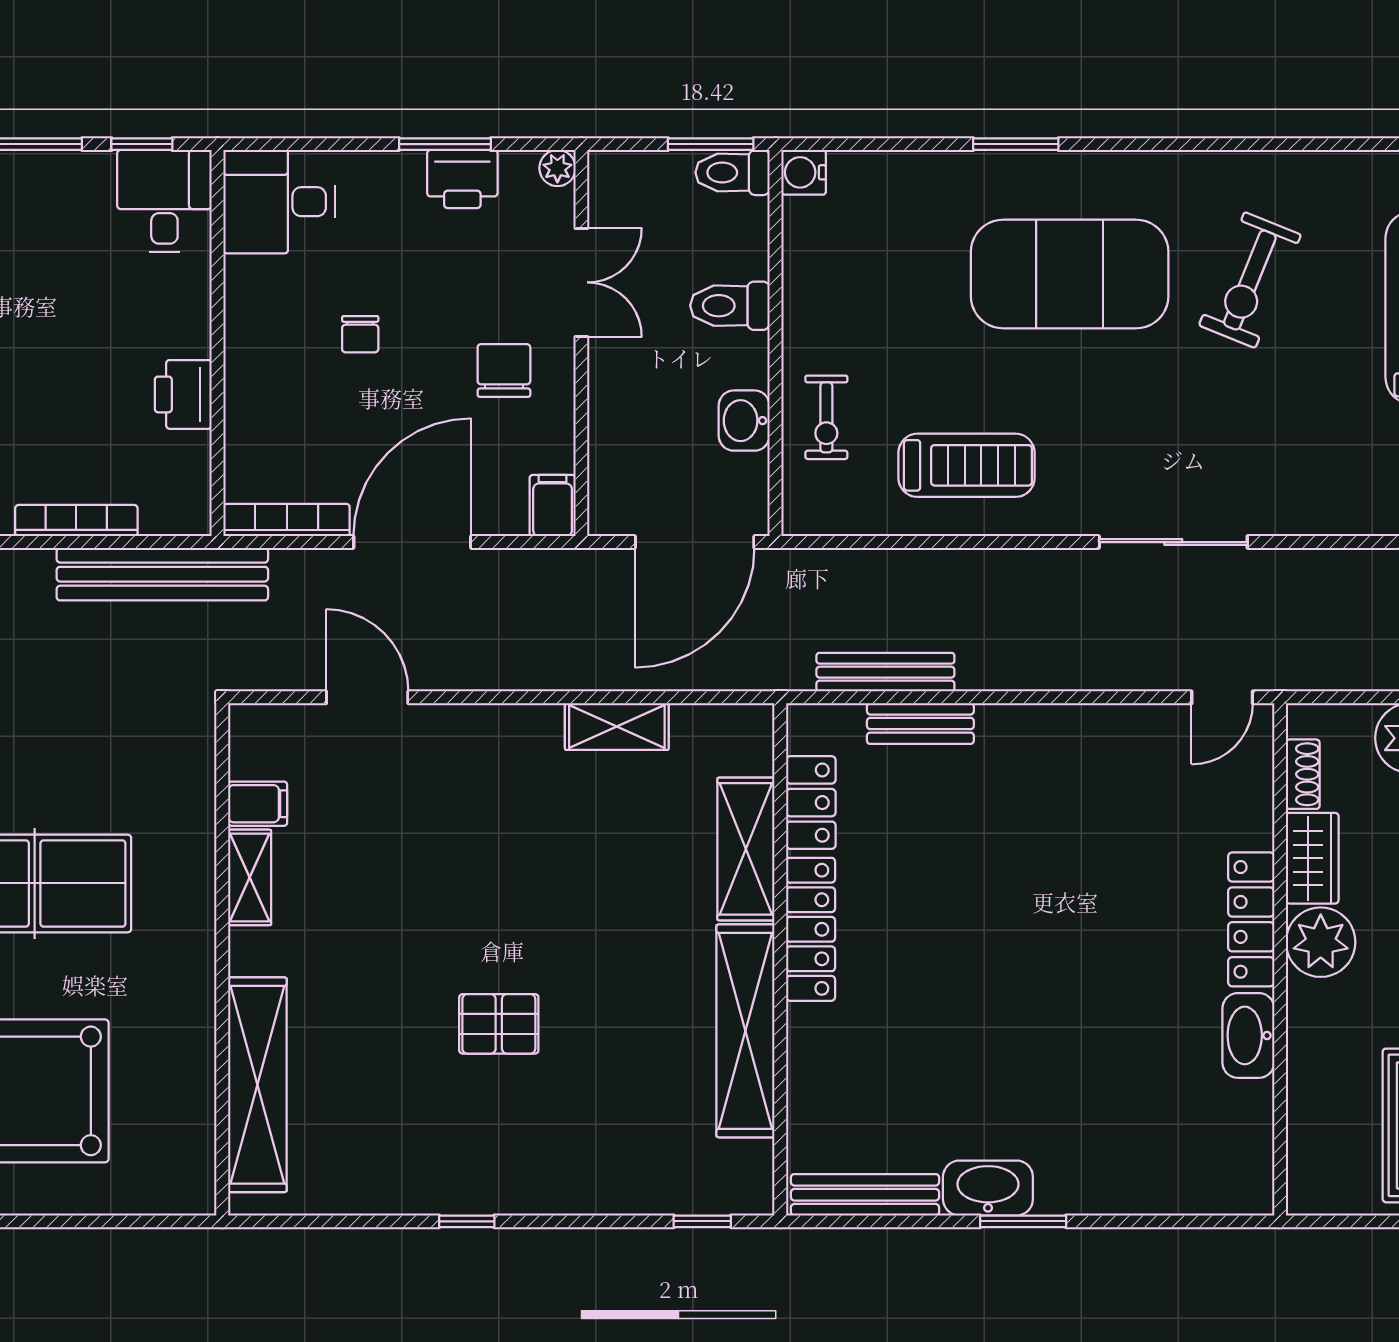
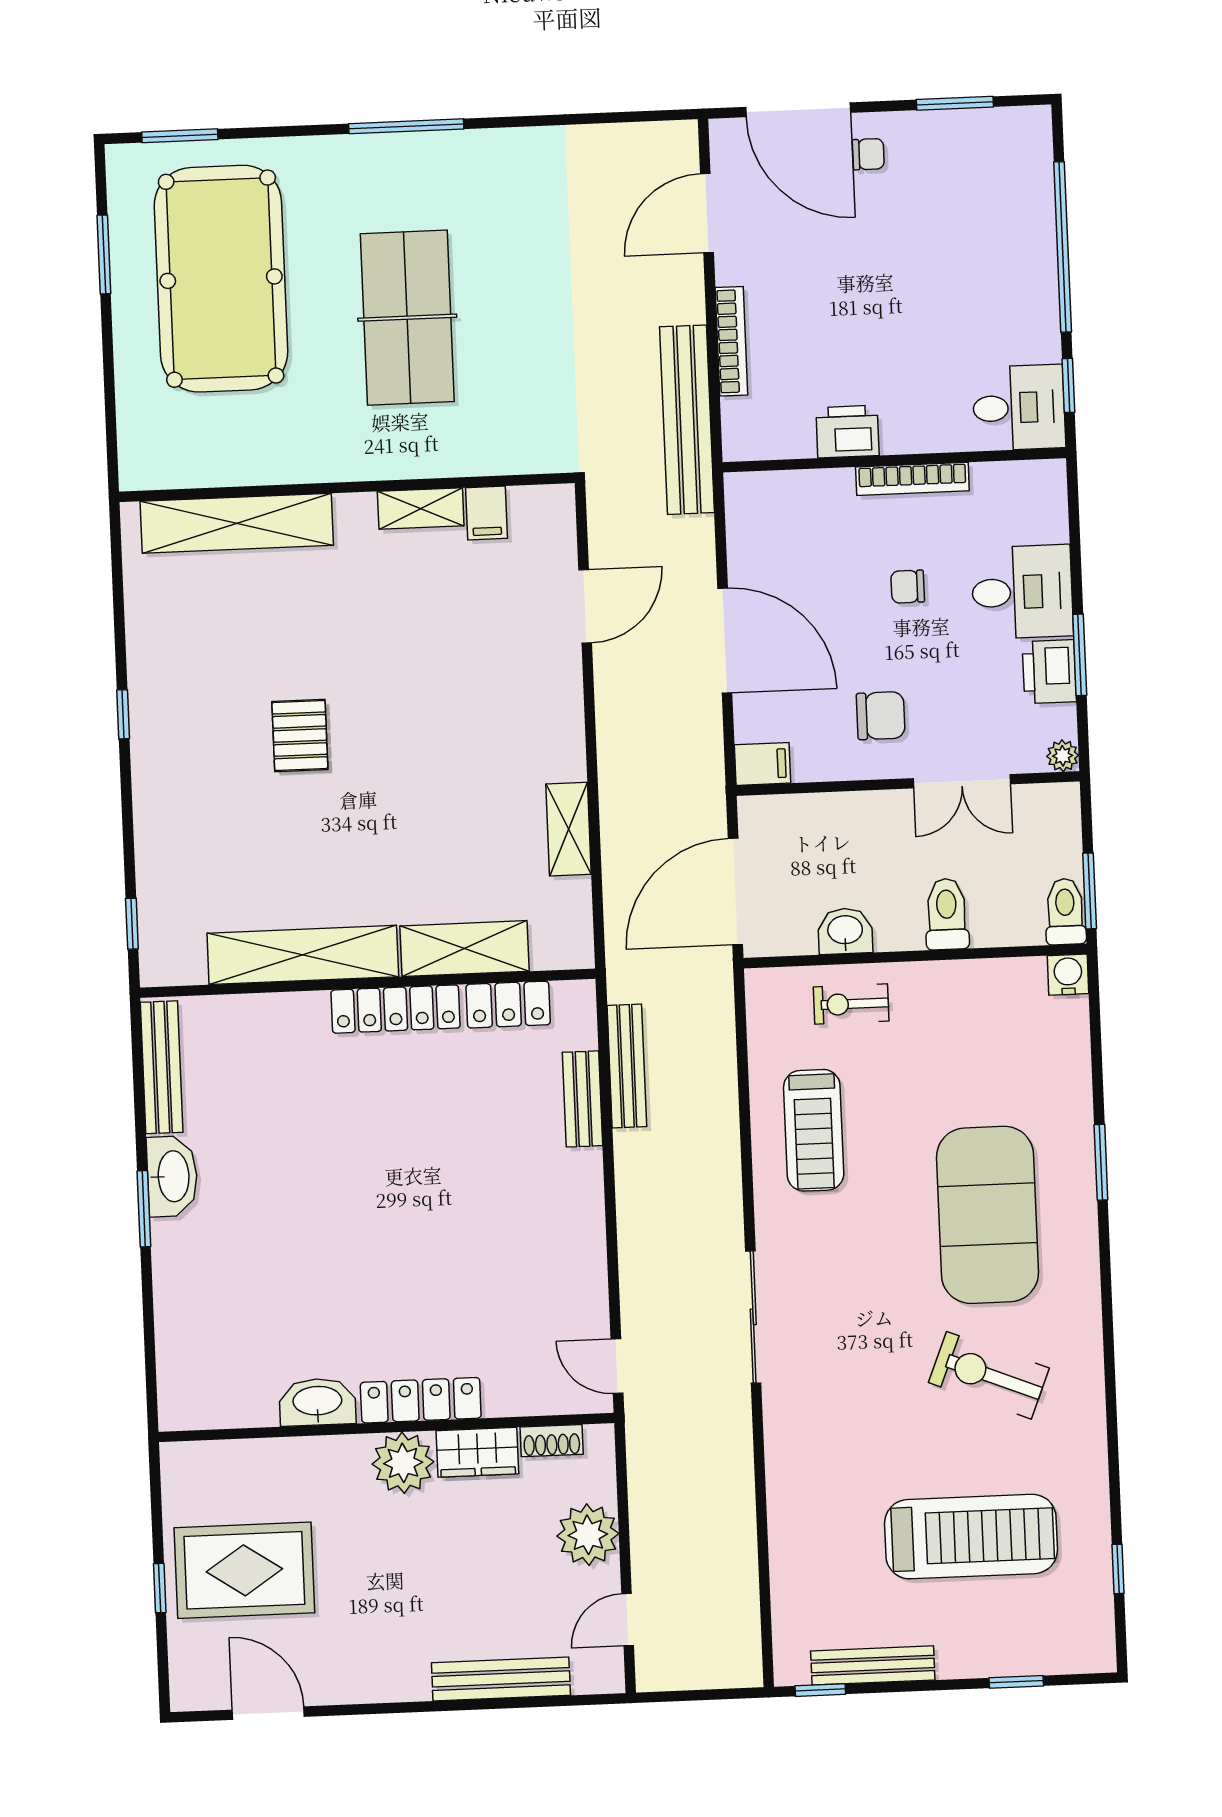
desk: (279, 202) -> (1022, 592), moved, turned 90
bookcase: (287, 520) -> (912, 479), moved, turned 90
door: (695, 542) -> (735, 892), hinge flipped

